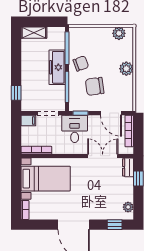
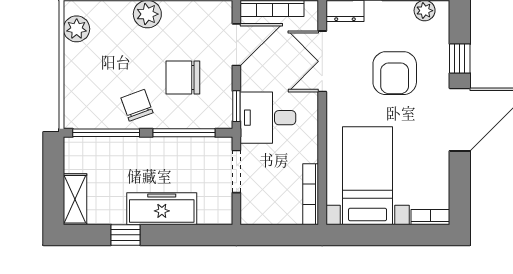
freezer: (57, 67) -> (162, 209), moved, turned 180
chair: (95, 86) -> (183, 78), turned 98
window: (16, 93) -> (125, 235), moved
filing cabinet: (28, 120) -> (251, 210), removed
armchair: (97, 192) -> (395, 73), added
window: (115, 225) -> (460, 59), moved

